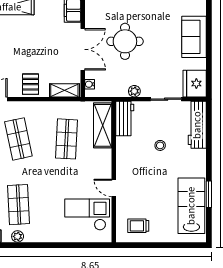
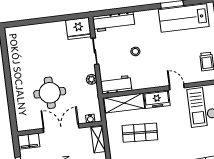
sofa: (194, 37) -> (38, 34), removed
freezer: (102, 163) -> (157, 99), added
door: (114, 188) -> (177, 87), swing flipped

